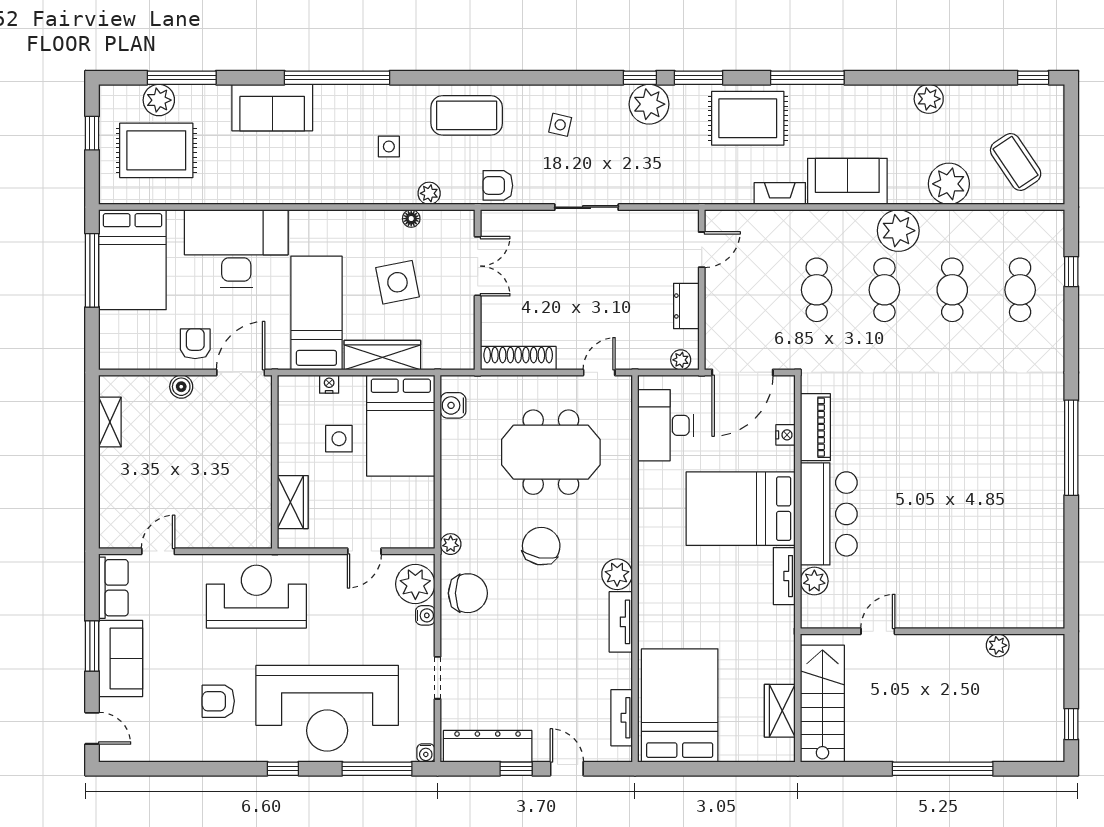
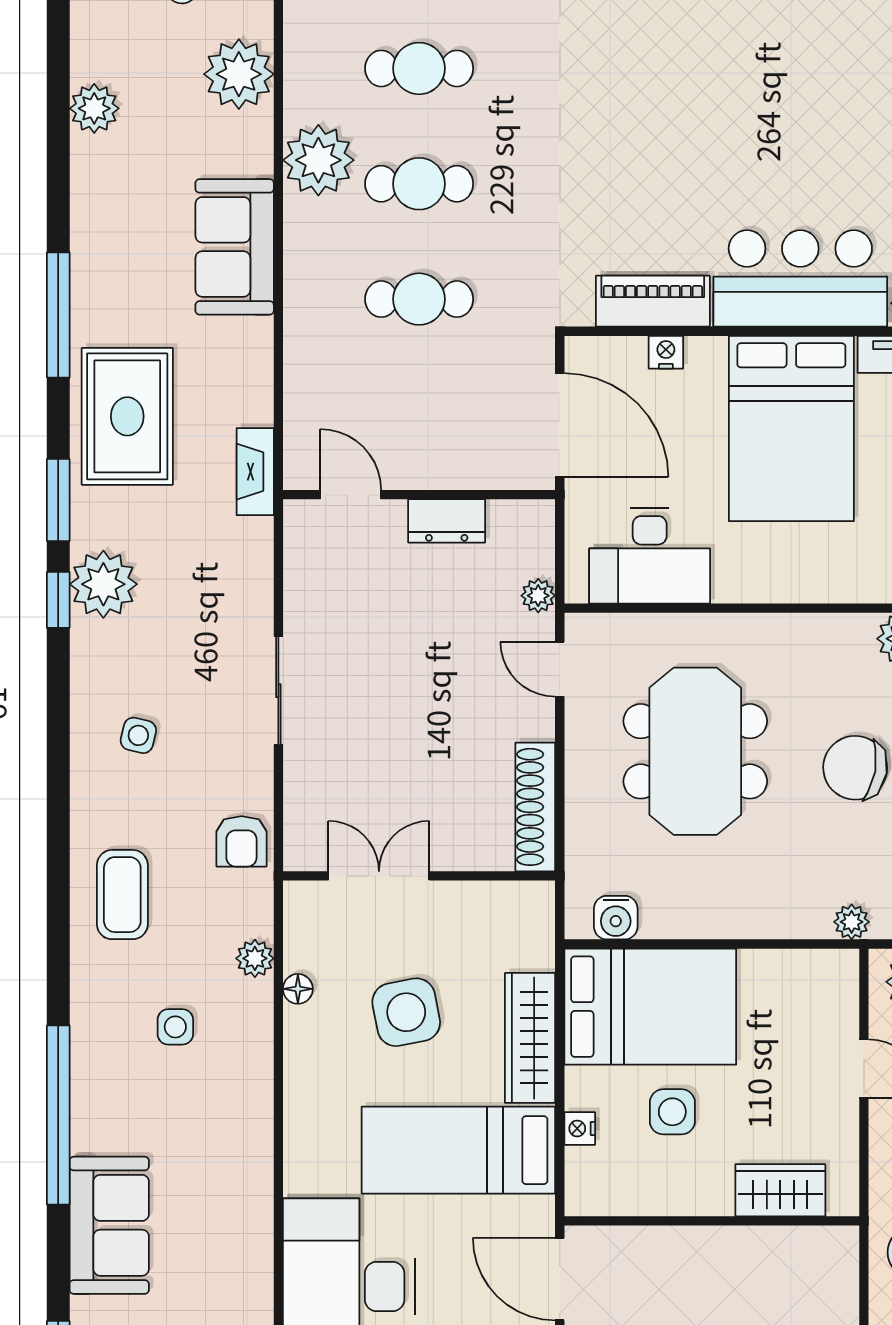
coffee table: (467, 115) -> (122, 895), width x0.73, depth x0.76
fireplace: (780, 193) -> (255, 472), moved
plant: (681, 360) -> (538, 596), moved

